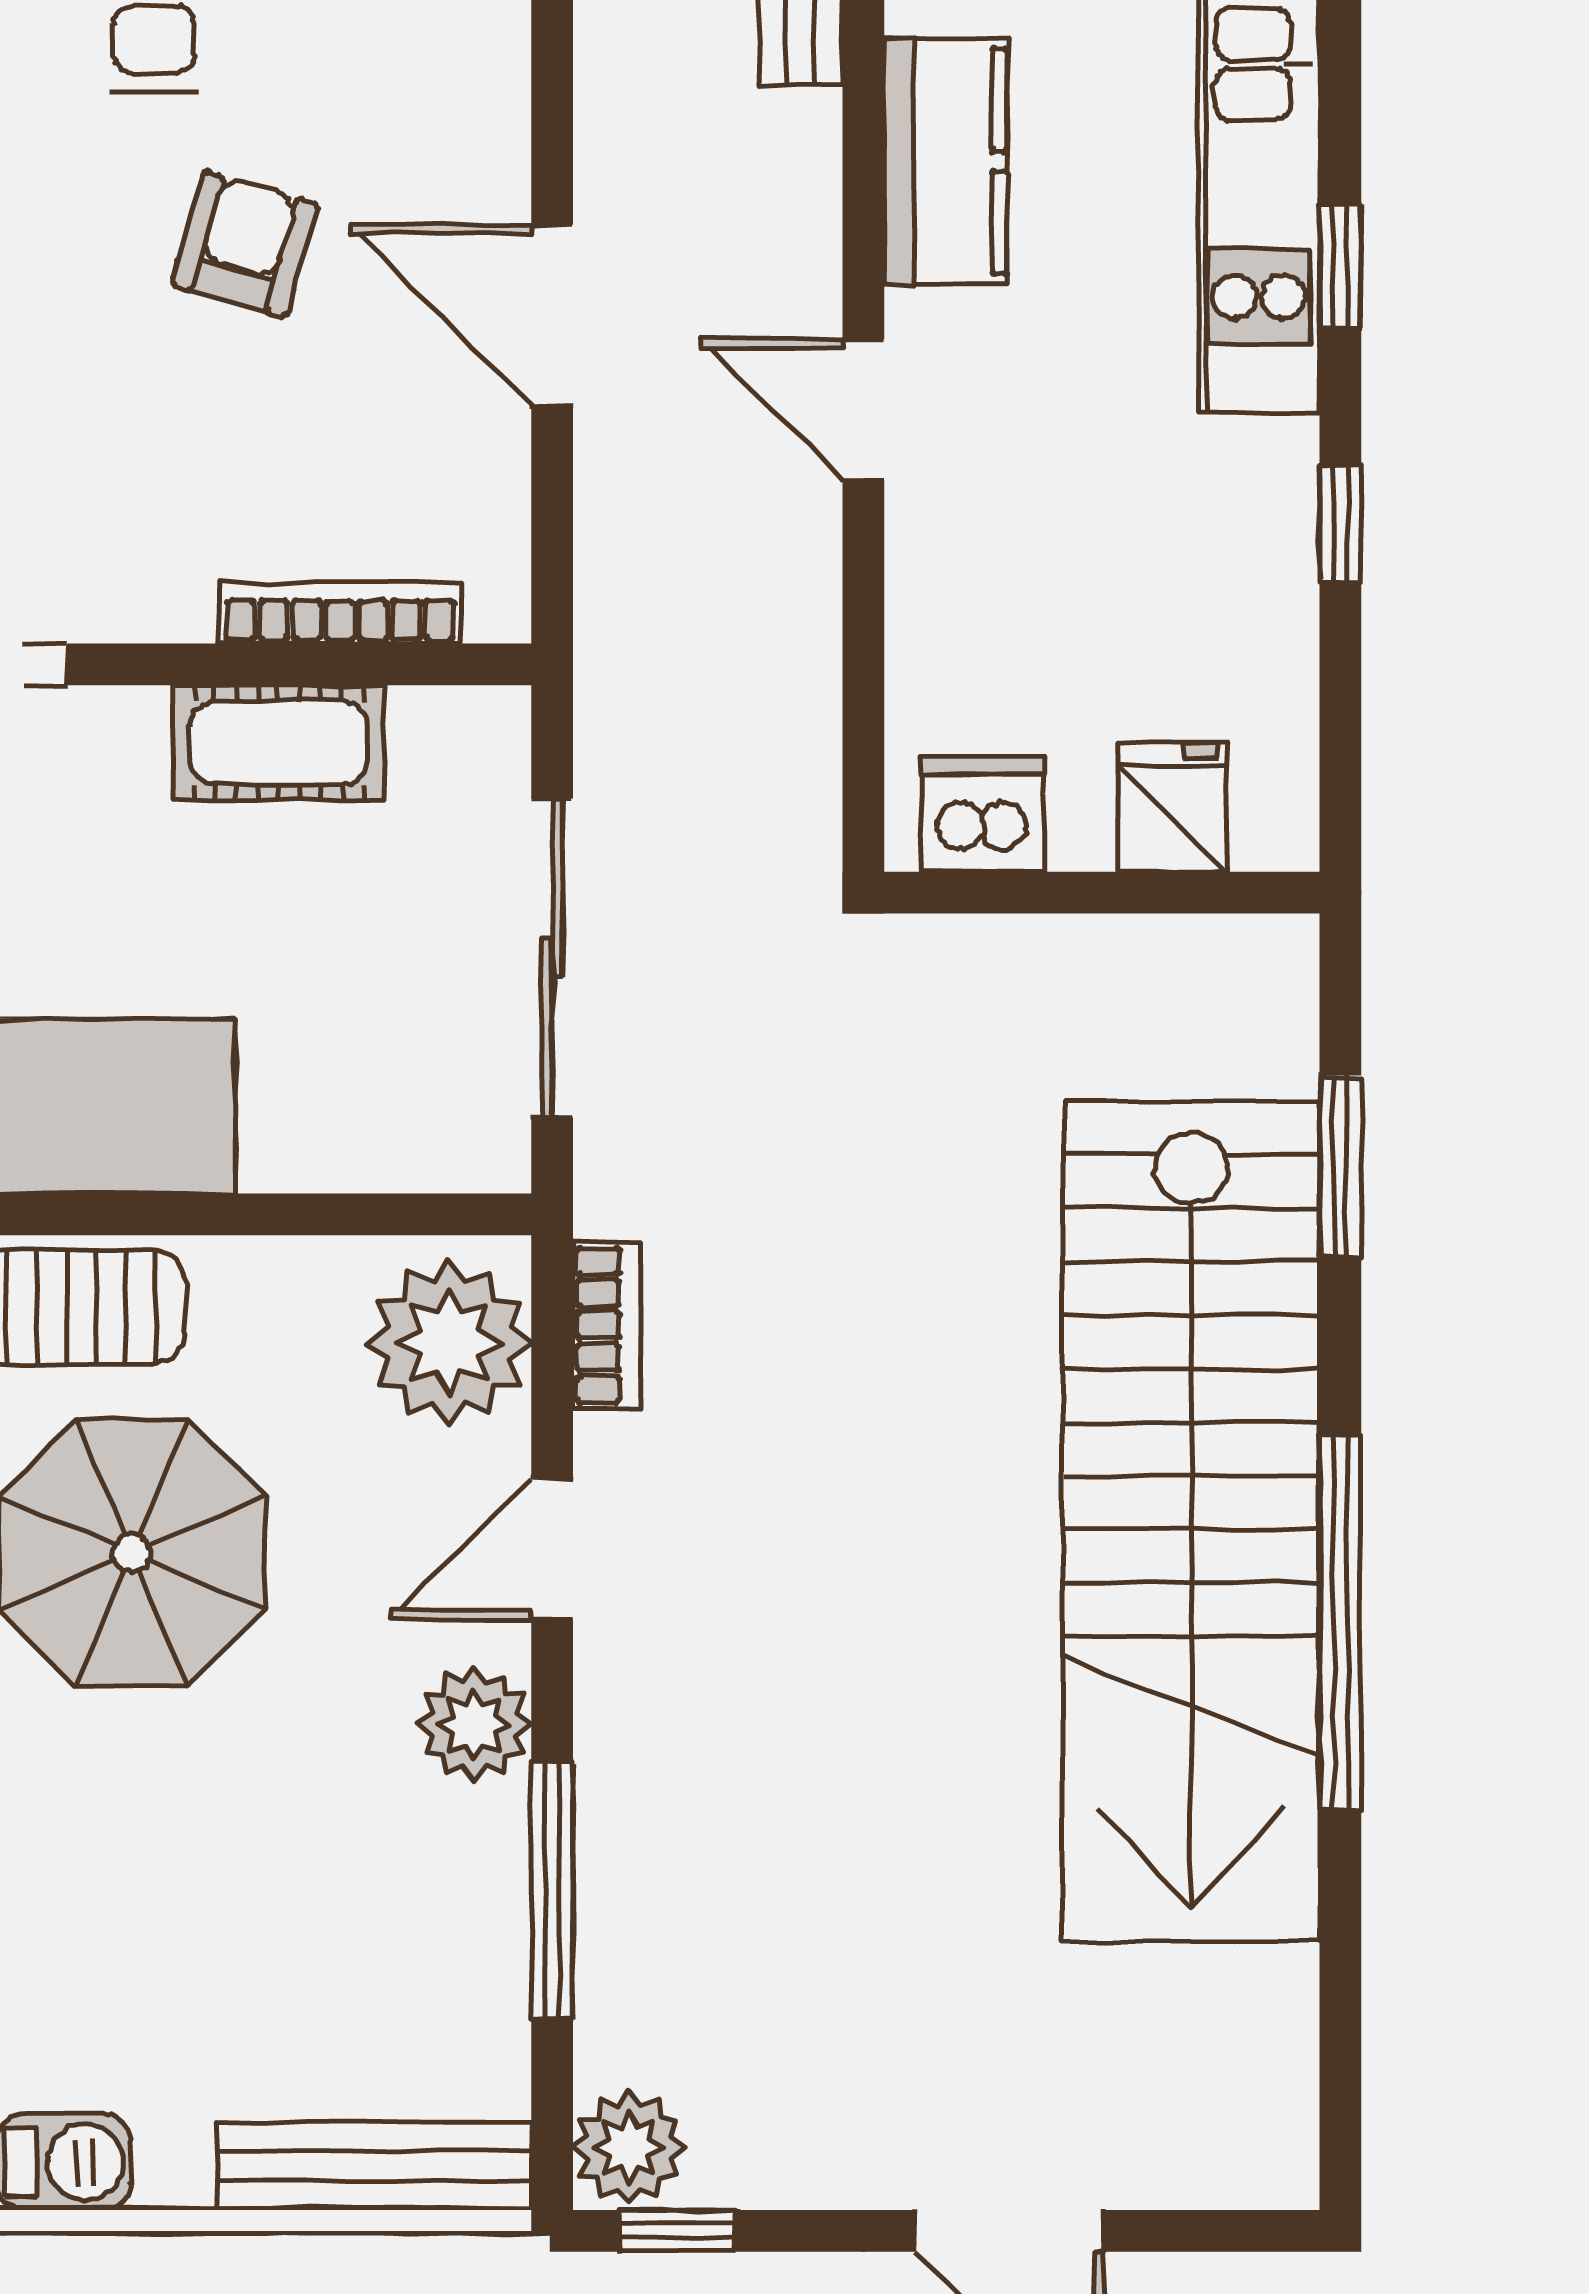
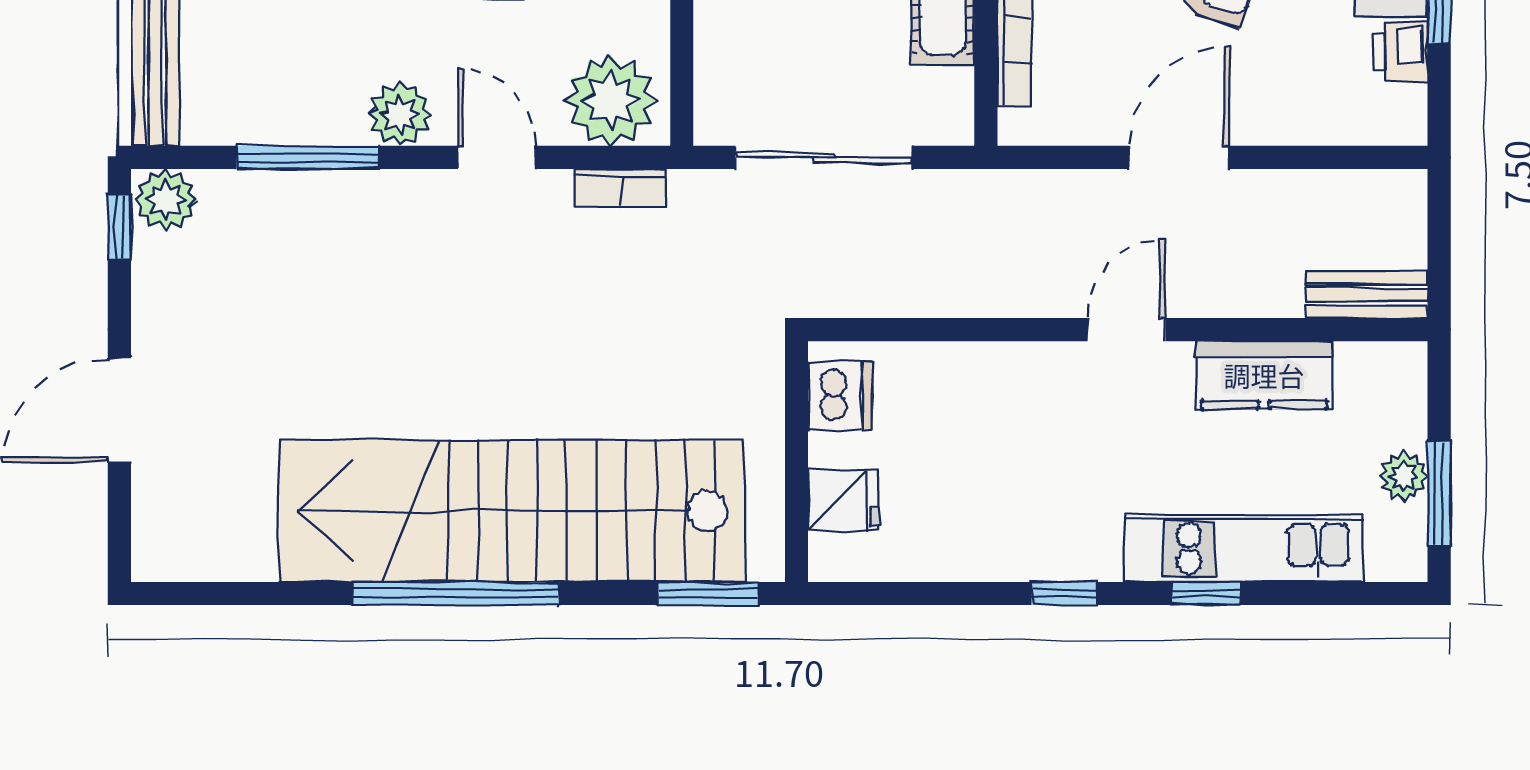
fridge: (1173, 807) -> (844, 501), moved
dishwasher: (983, 814) -> (840, 396), moved
wall: (1102, 893) -> (797, 462), moved

